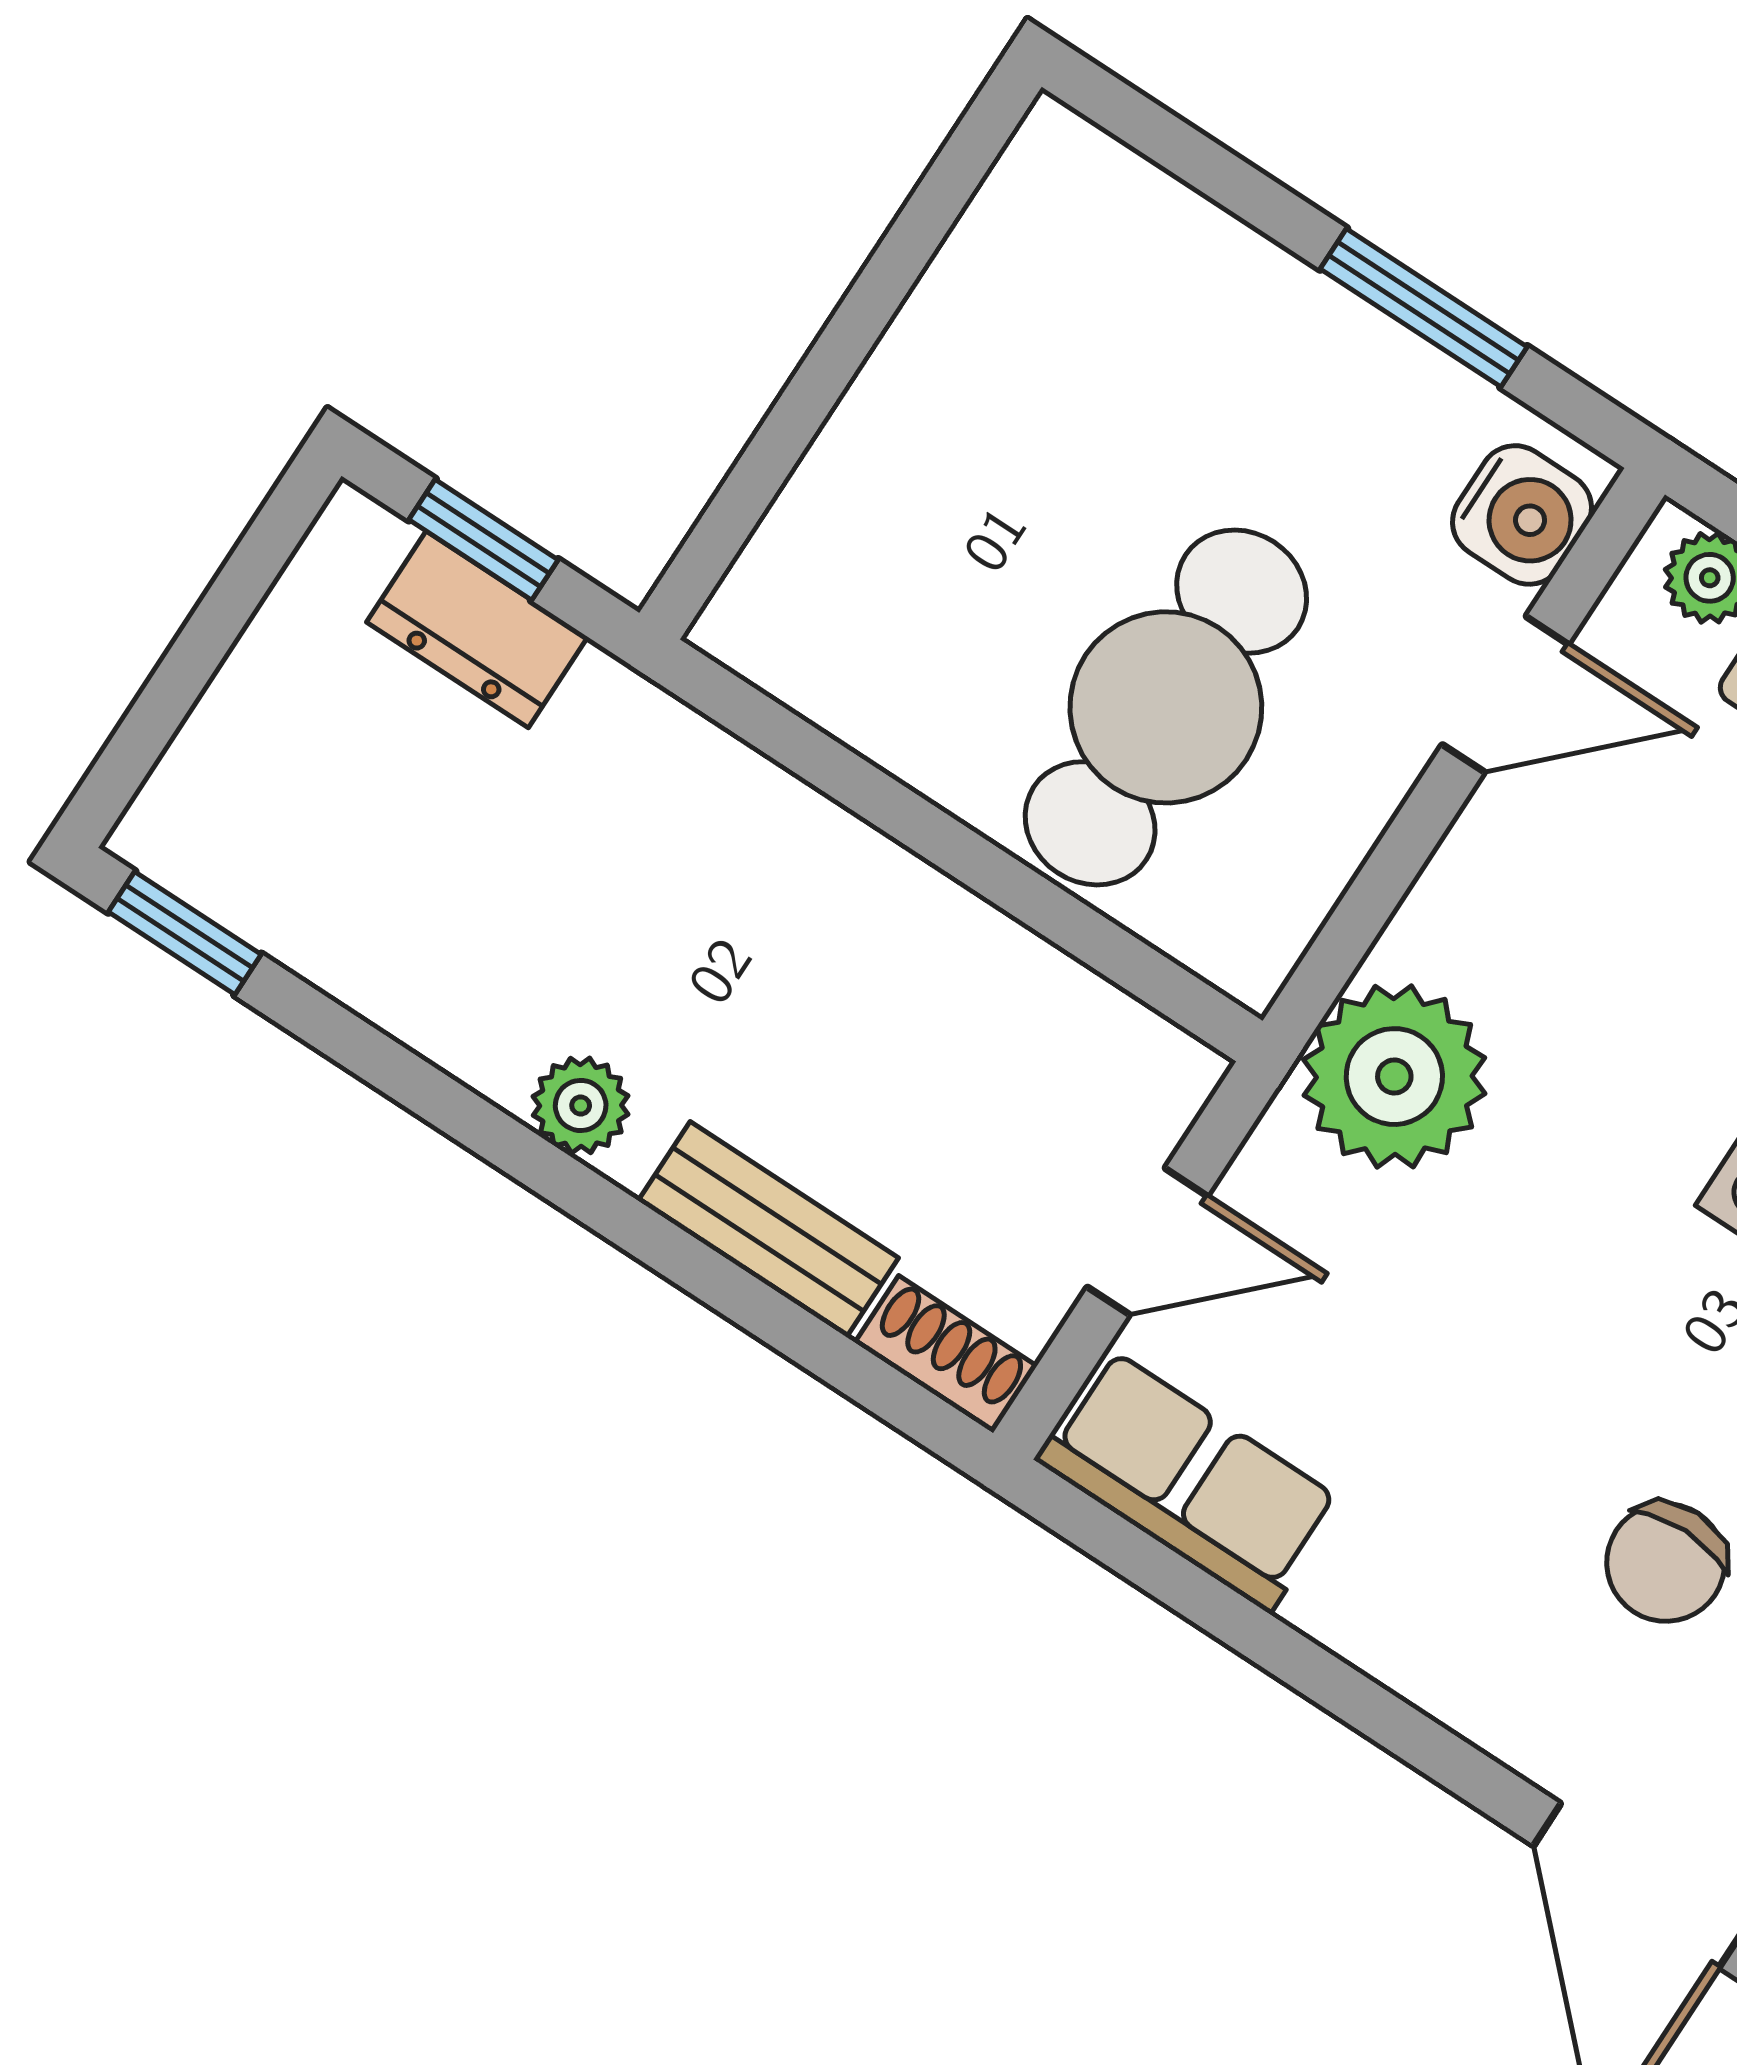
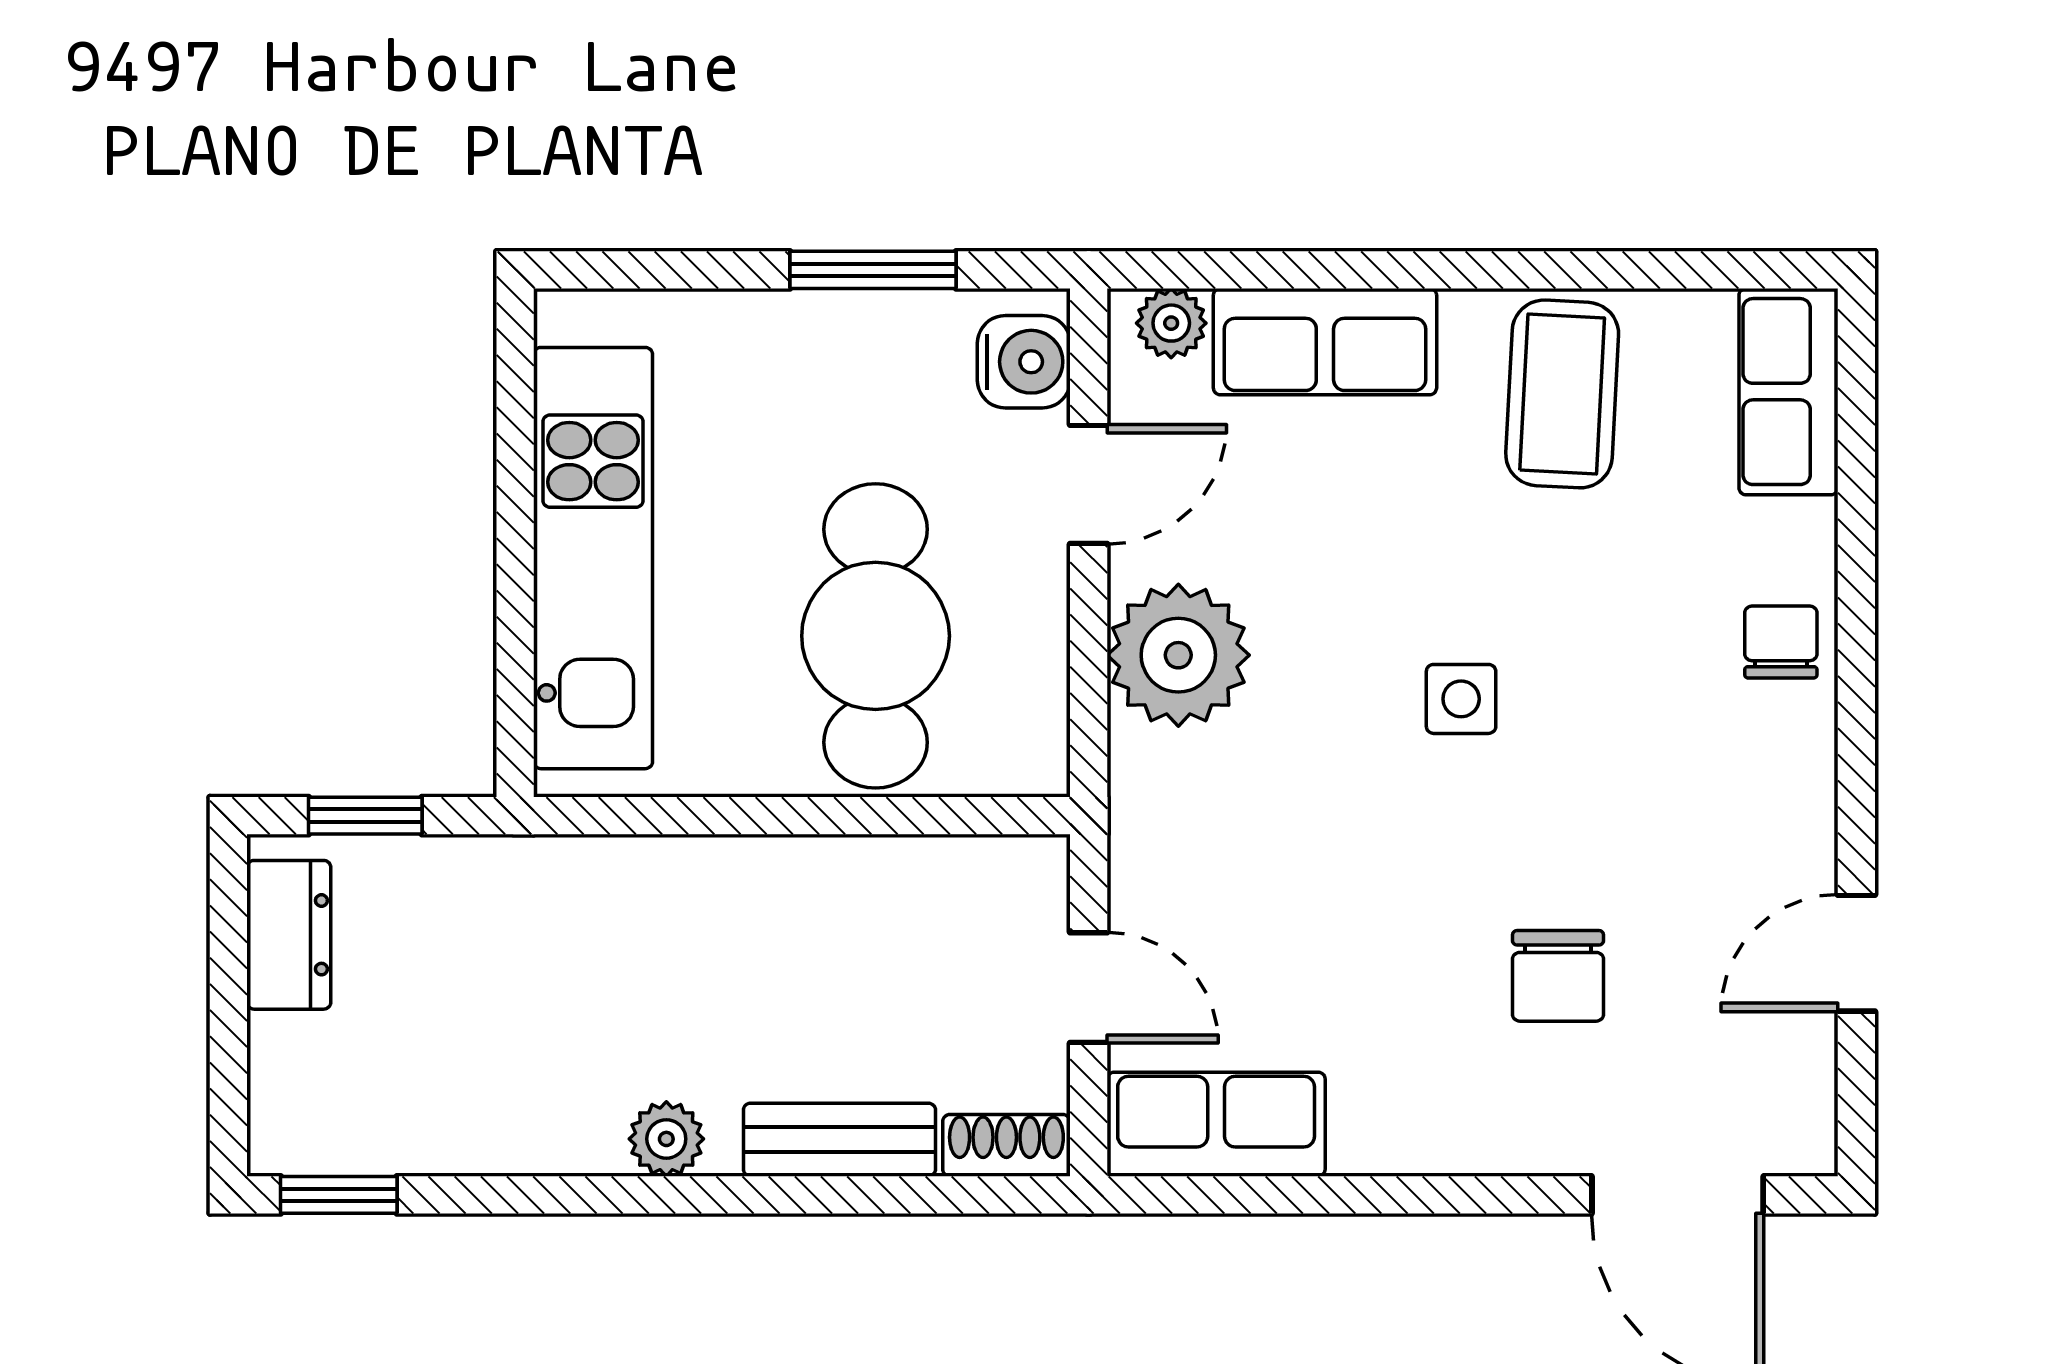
kitchen unit: (914, 422) -> (593, 558), added
dresser: (477, 629) -> (289, 935), moved, turned -90
plant: (1394, 1077) -> (1178, 655), moved
door: (1147, 1241) -> (1089, 988), hinge flipped

